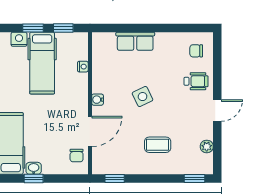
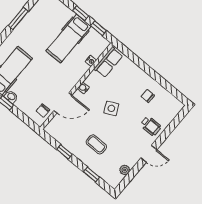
nightstand: (19, 39) -> (67, 13), removed
row of seats: (135, 41) -> (108, 62), moved, turned -90
chair: (196, 51) -> (148, 96), moved
window: (115, 179) -> (64, 152), moved
window: (195, 179) -> (91, 174), moved

